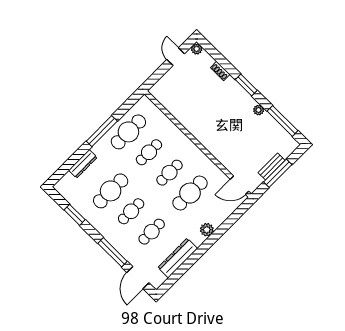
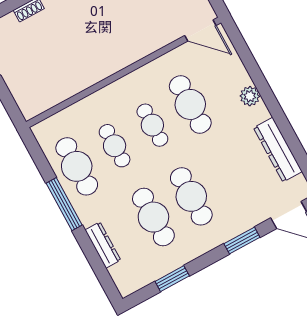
door: (240, 185) -> (200, 30), hinge flipped
cafe table: (131, 211) -> (191, 196), width x1.37, depth x1.35
cafe table: (152, 232) -> (229, 176), removed
window: (112, 252) -> (242, 241), width x0.69

